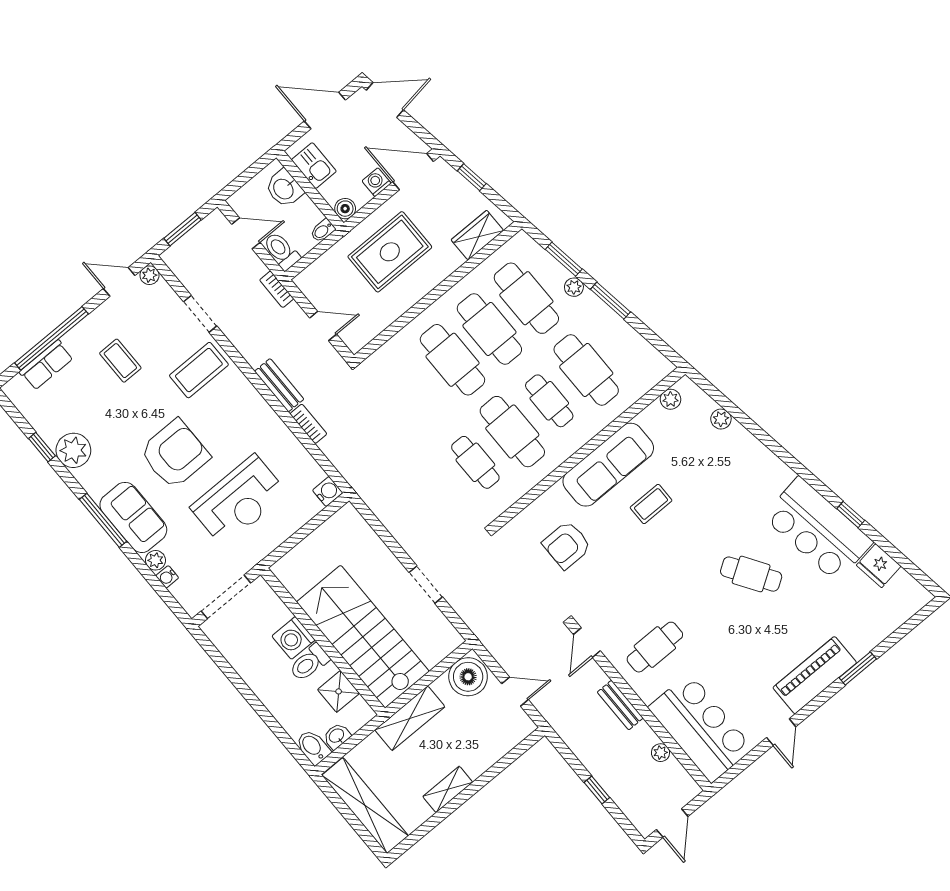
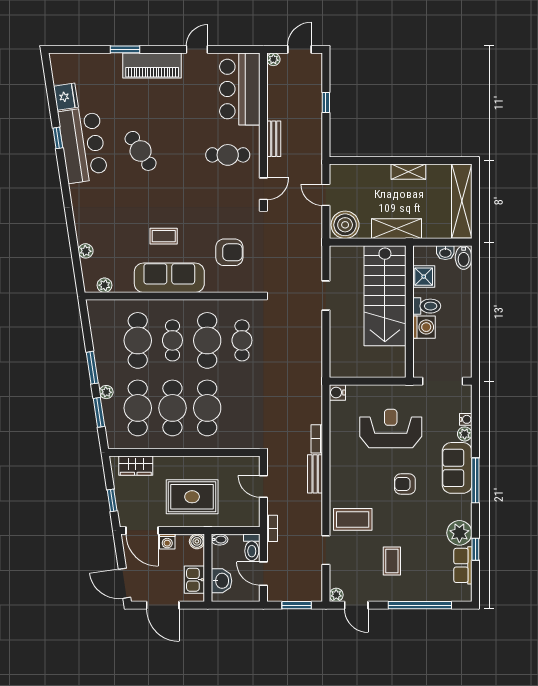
row of seats: (46, 365) -> (463, 565), moved, turned -90
armchair: (175, 454) -> (405, 484), width x0.53, depth x0.53
plant: (661, 753) -> (273, 59), moved

